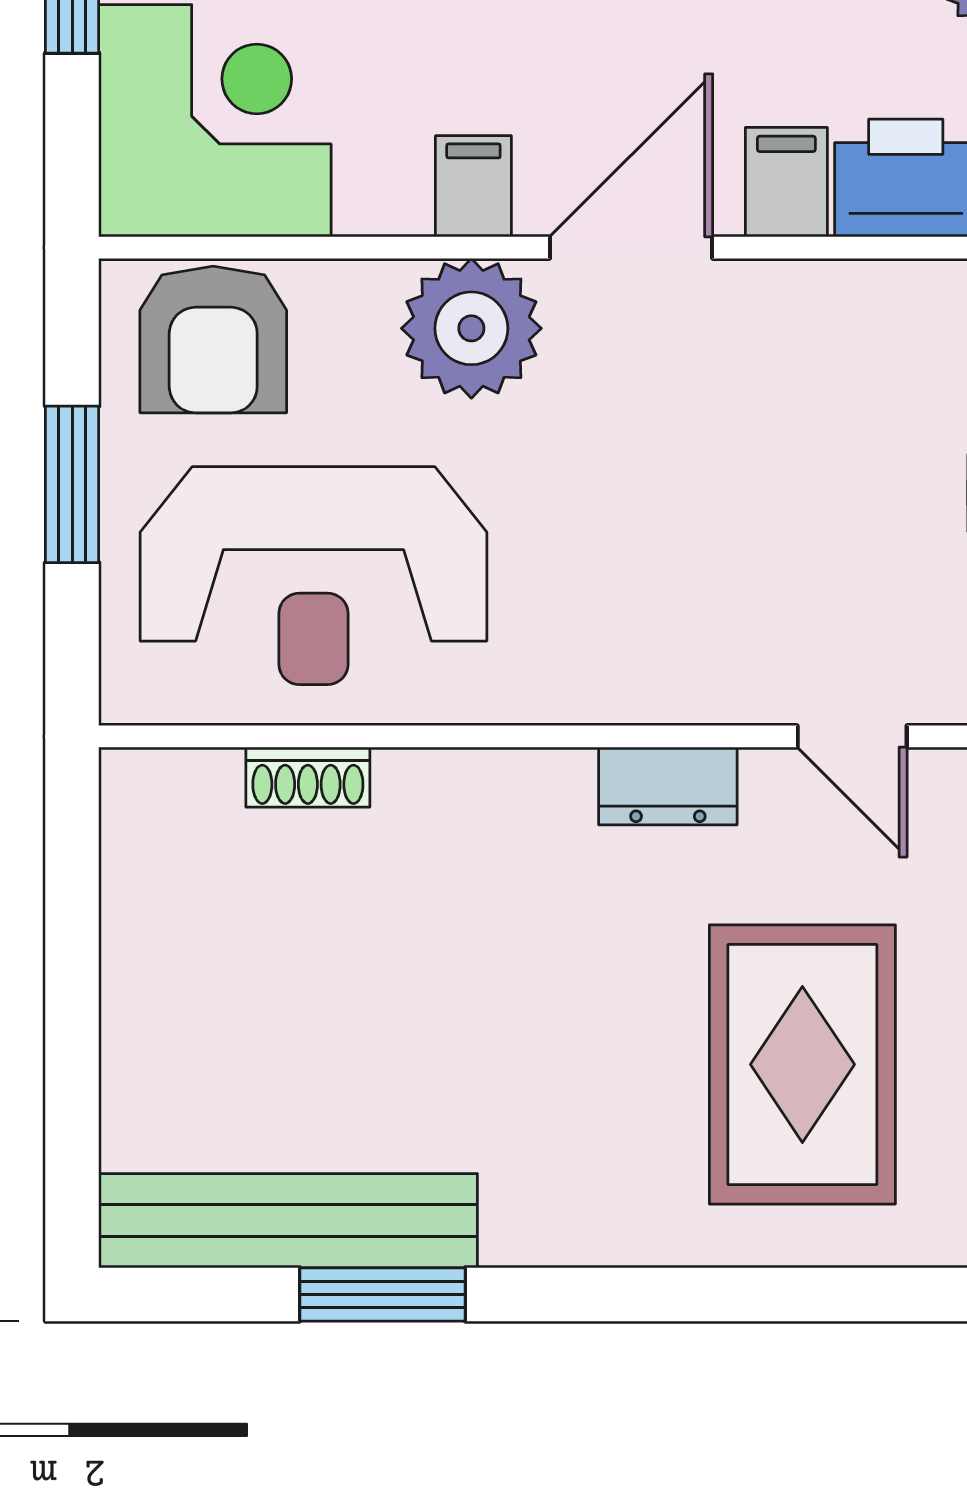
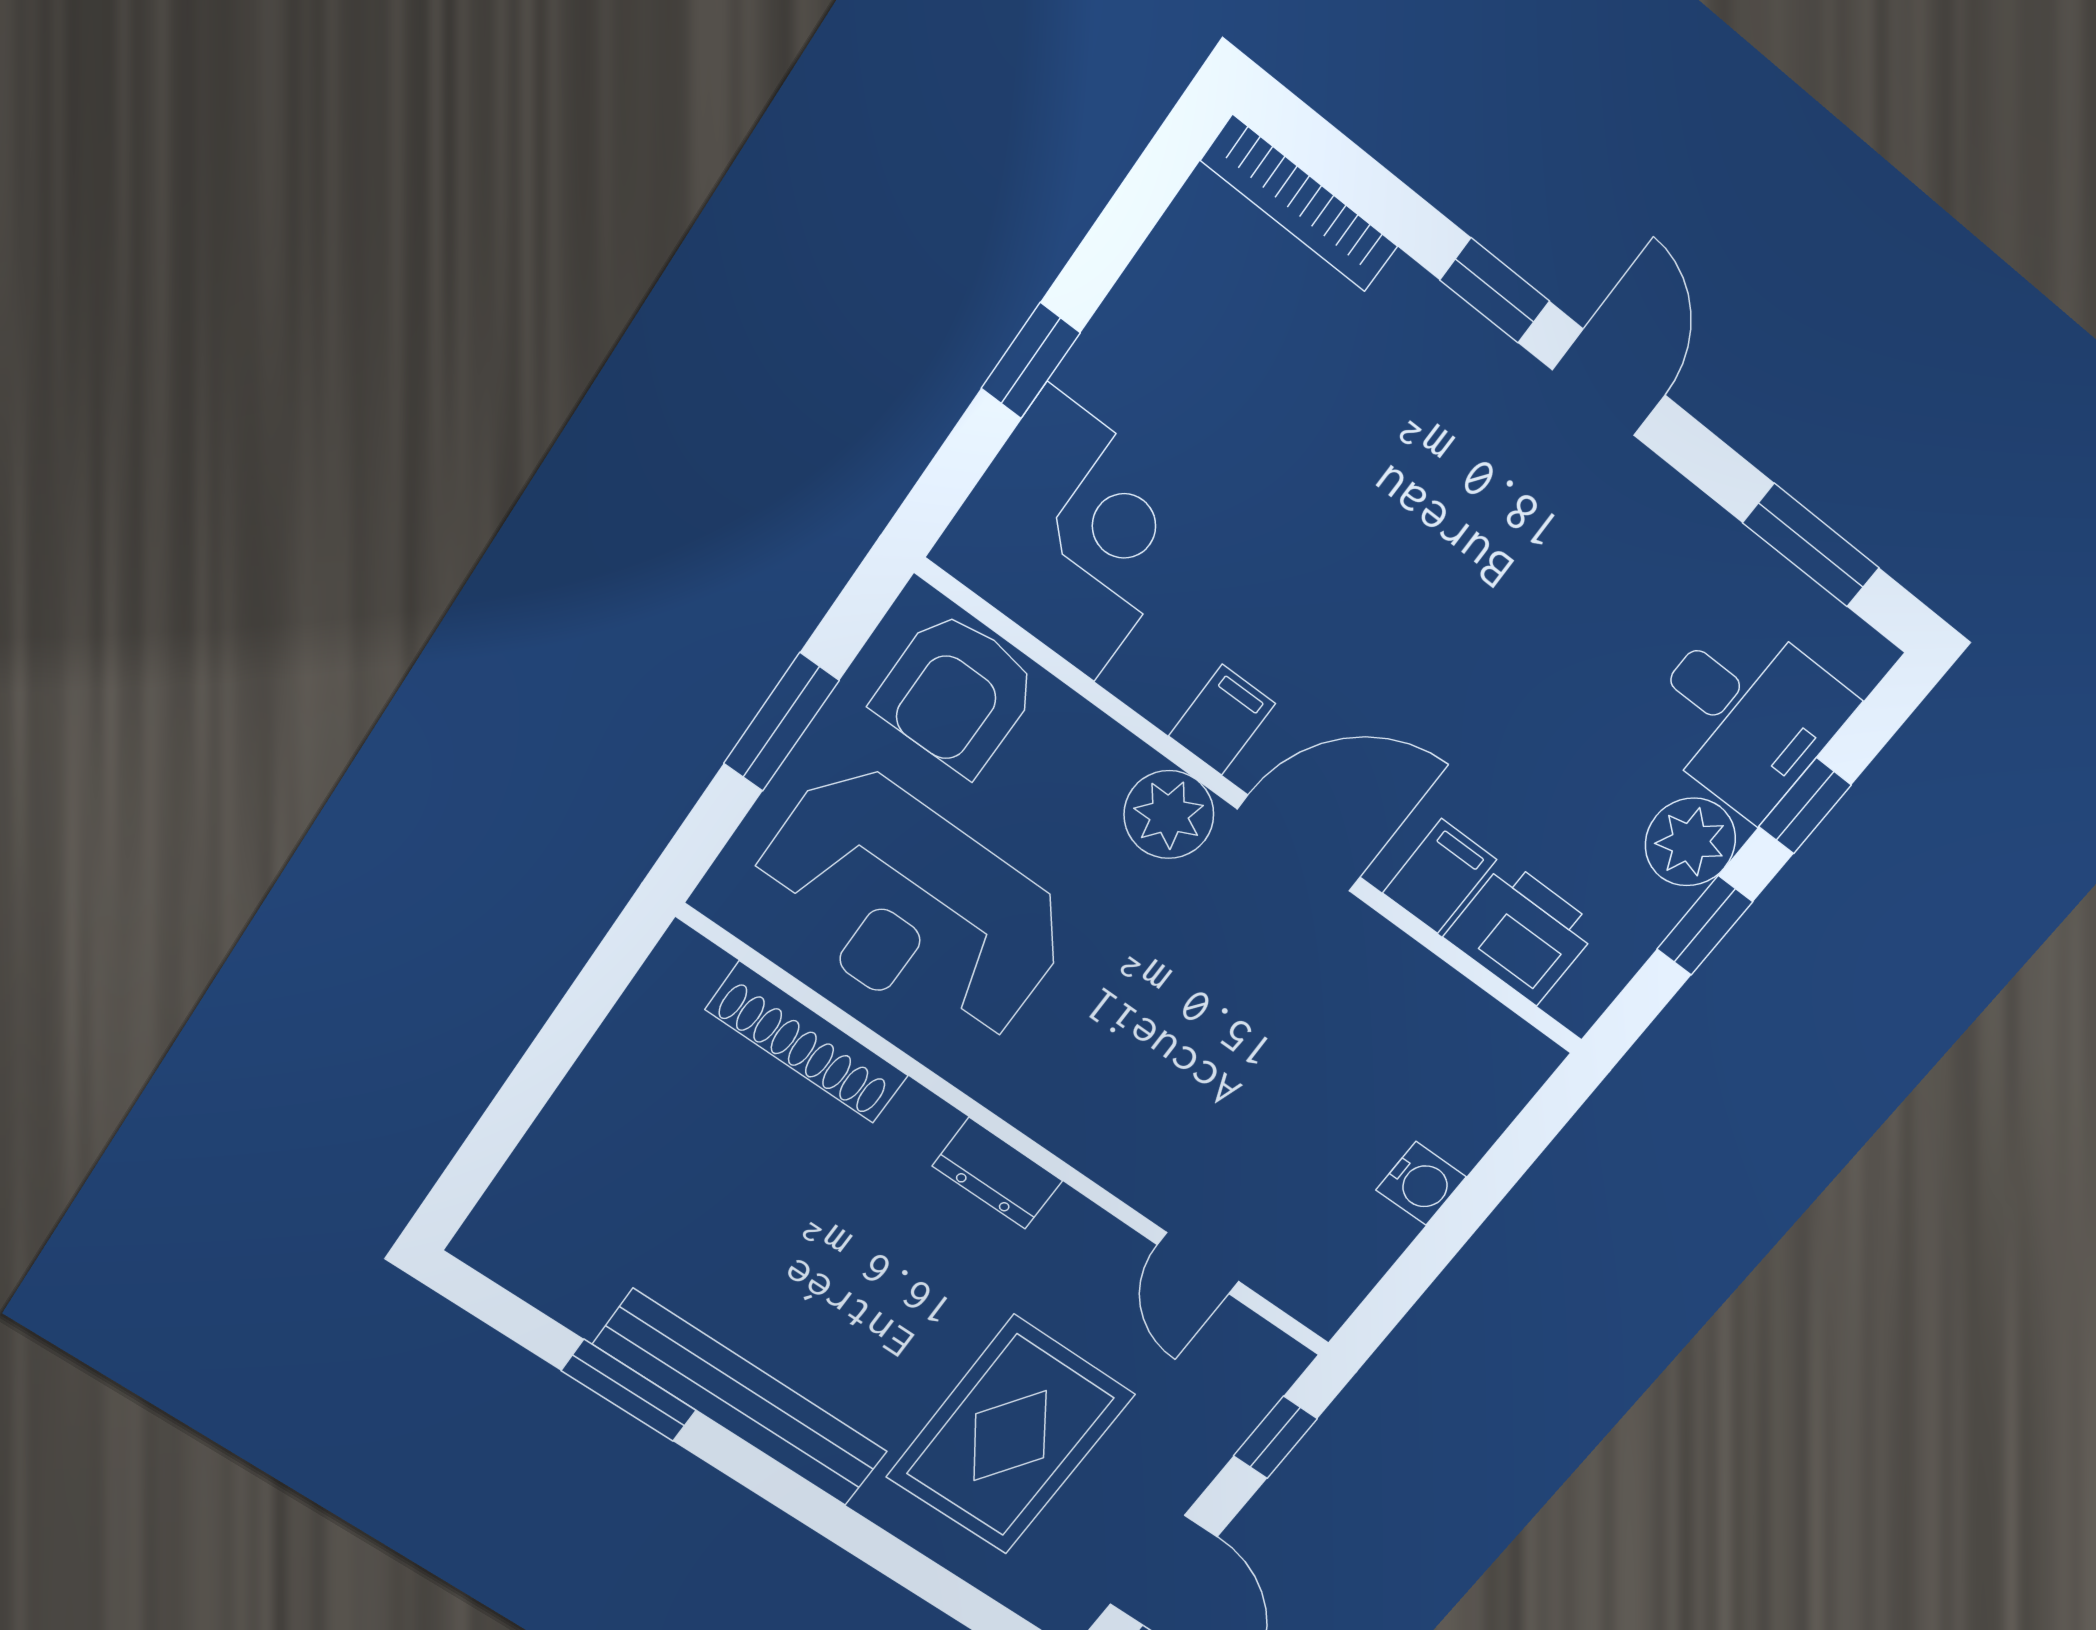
plant: (471, 328) -> (1169, 815), width x0.73, depth x0.73
shoe rack: (308, 777) -> (807, 1043), width x1.94, depth x1.24
dresser: (668, 786) -> (997, 1173), moved
bench: (288, 1221) -> (741, 1398), moved

